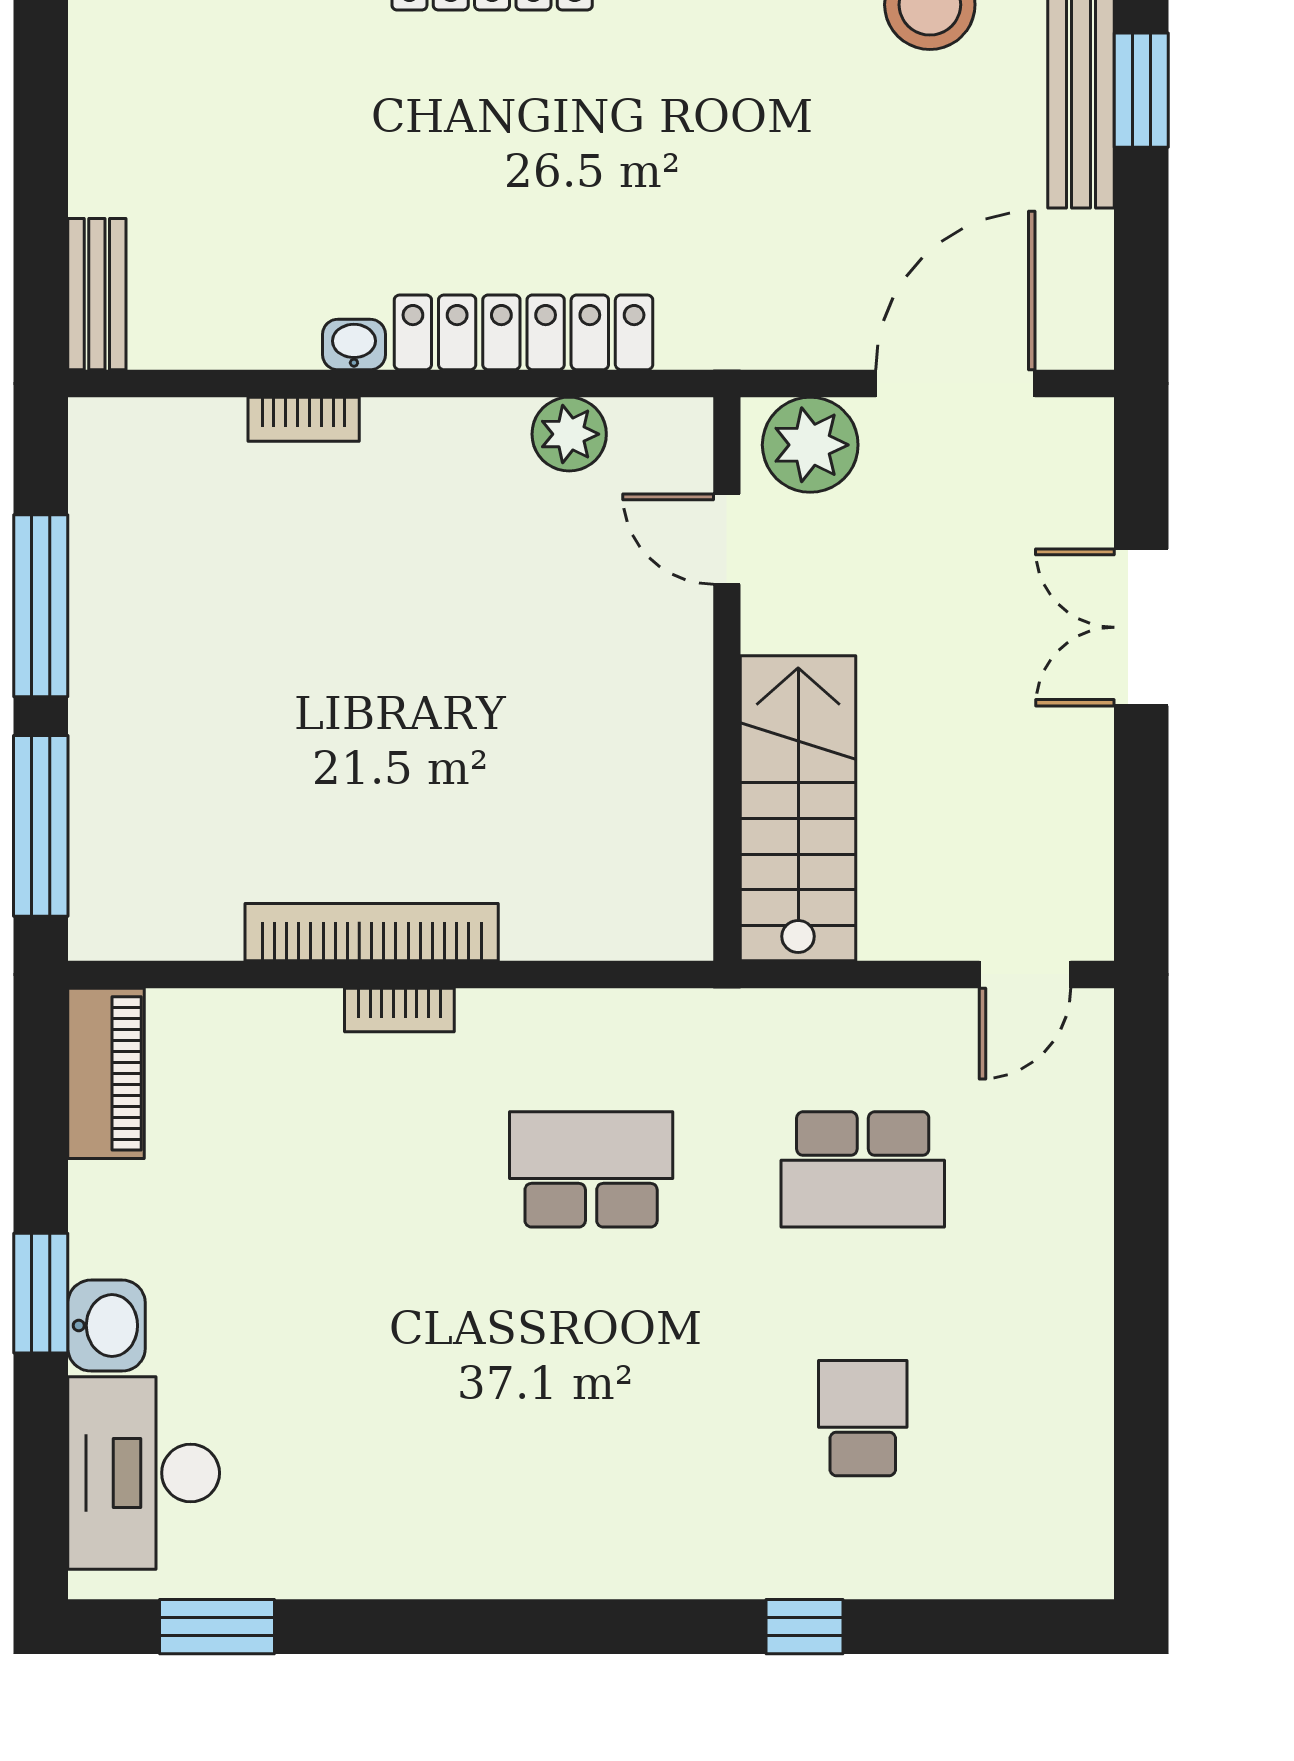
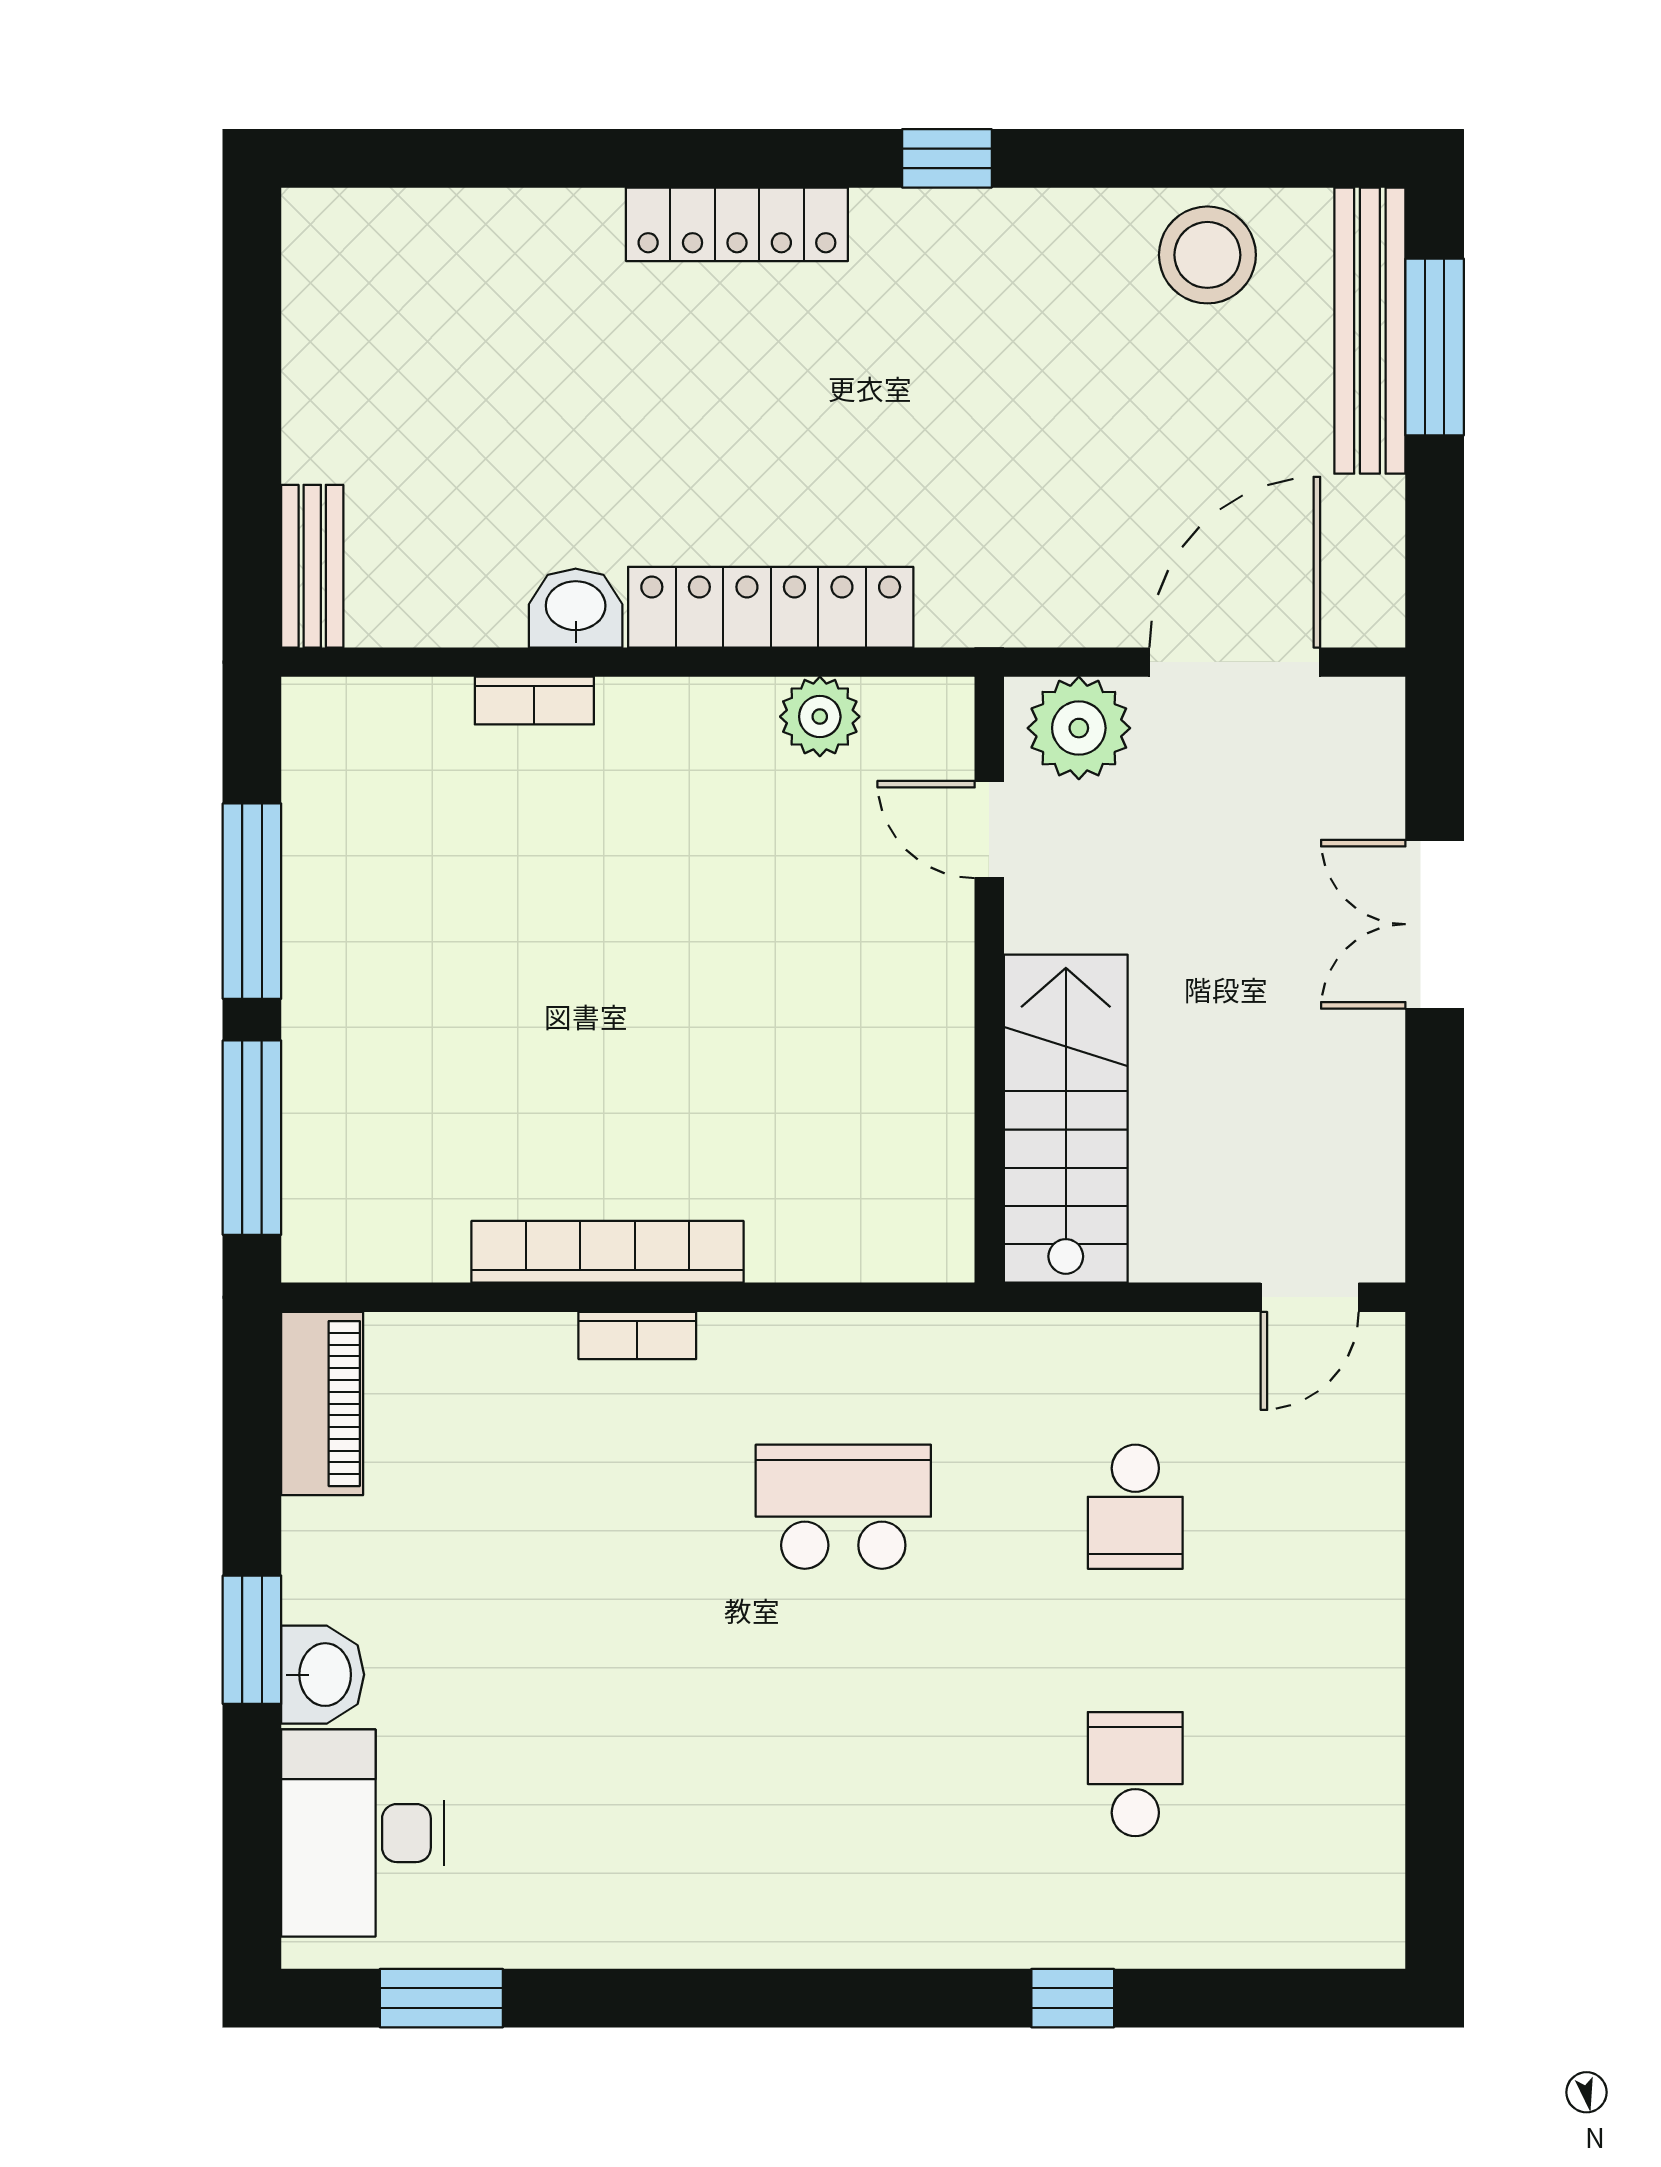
window: (1141, 90) -> (1435, 347), width x1.44
washbasin: (354, 344) -> (576, 608), width x1.38, depth x1.45
school desk: (863, 1169) -> (1135, 1507), width x0.54

